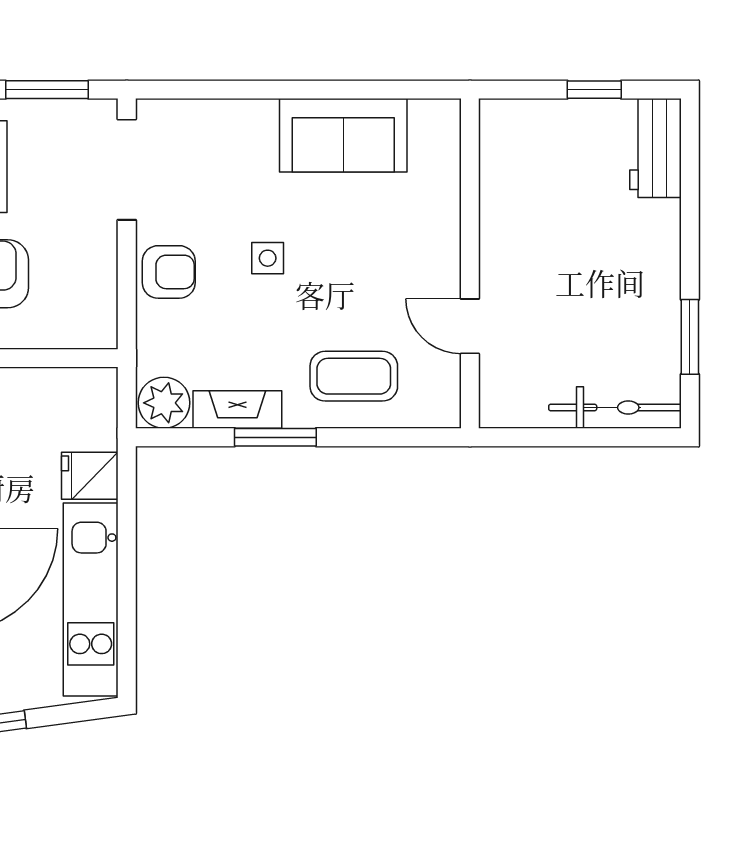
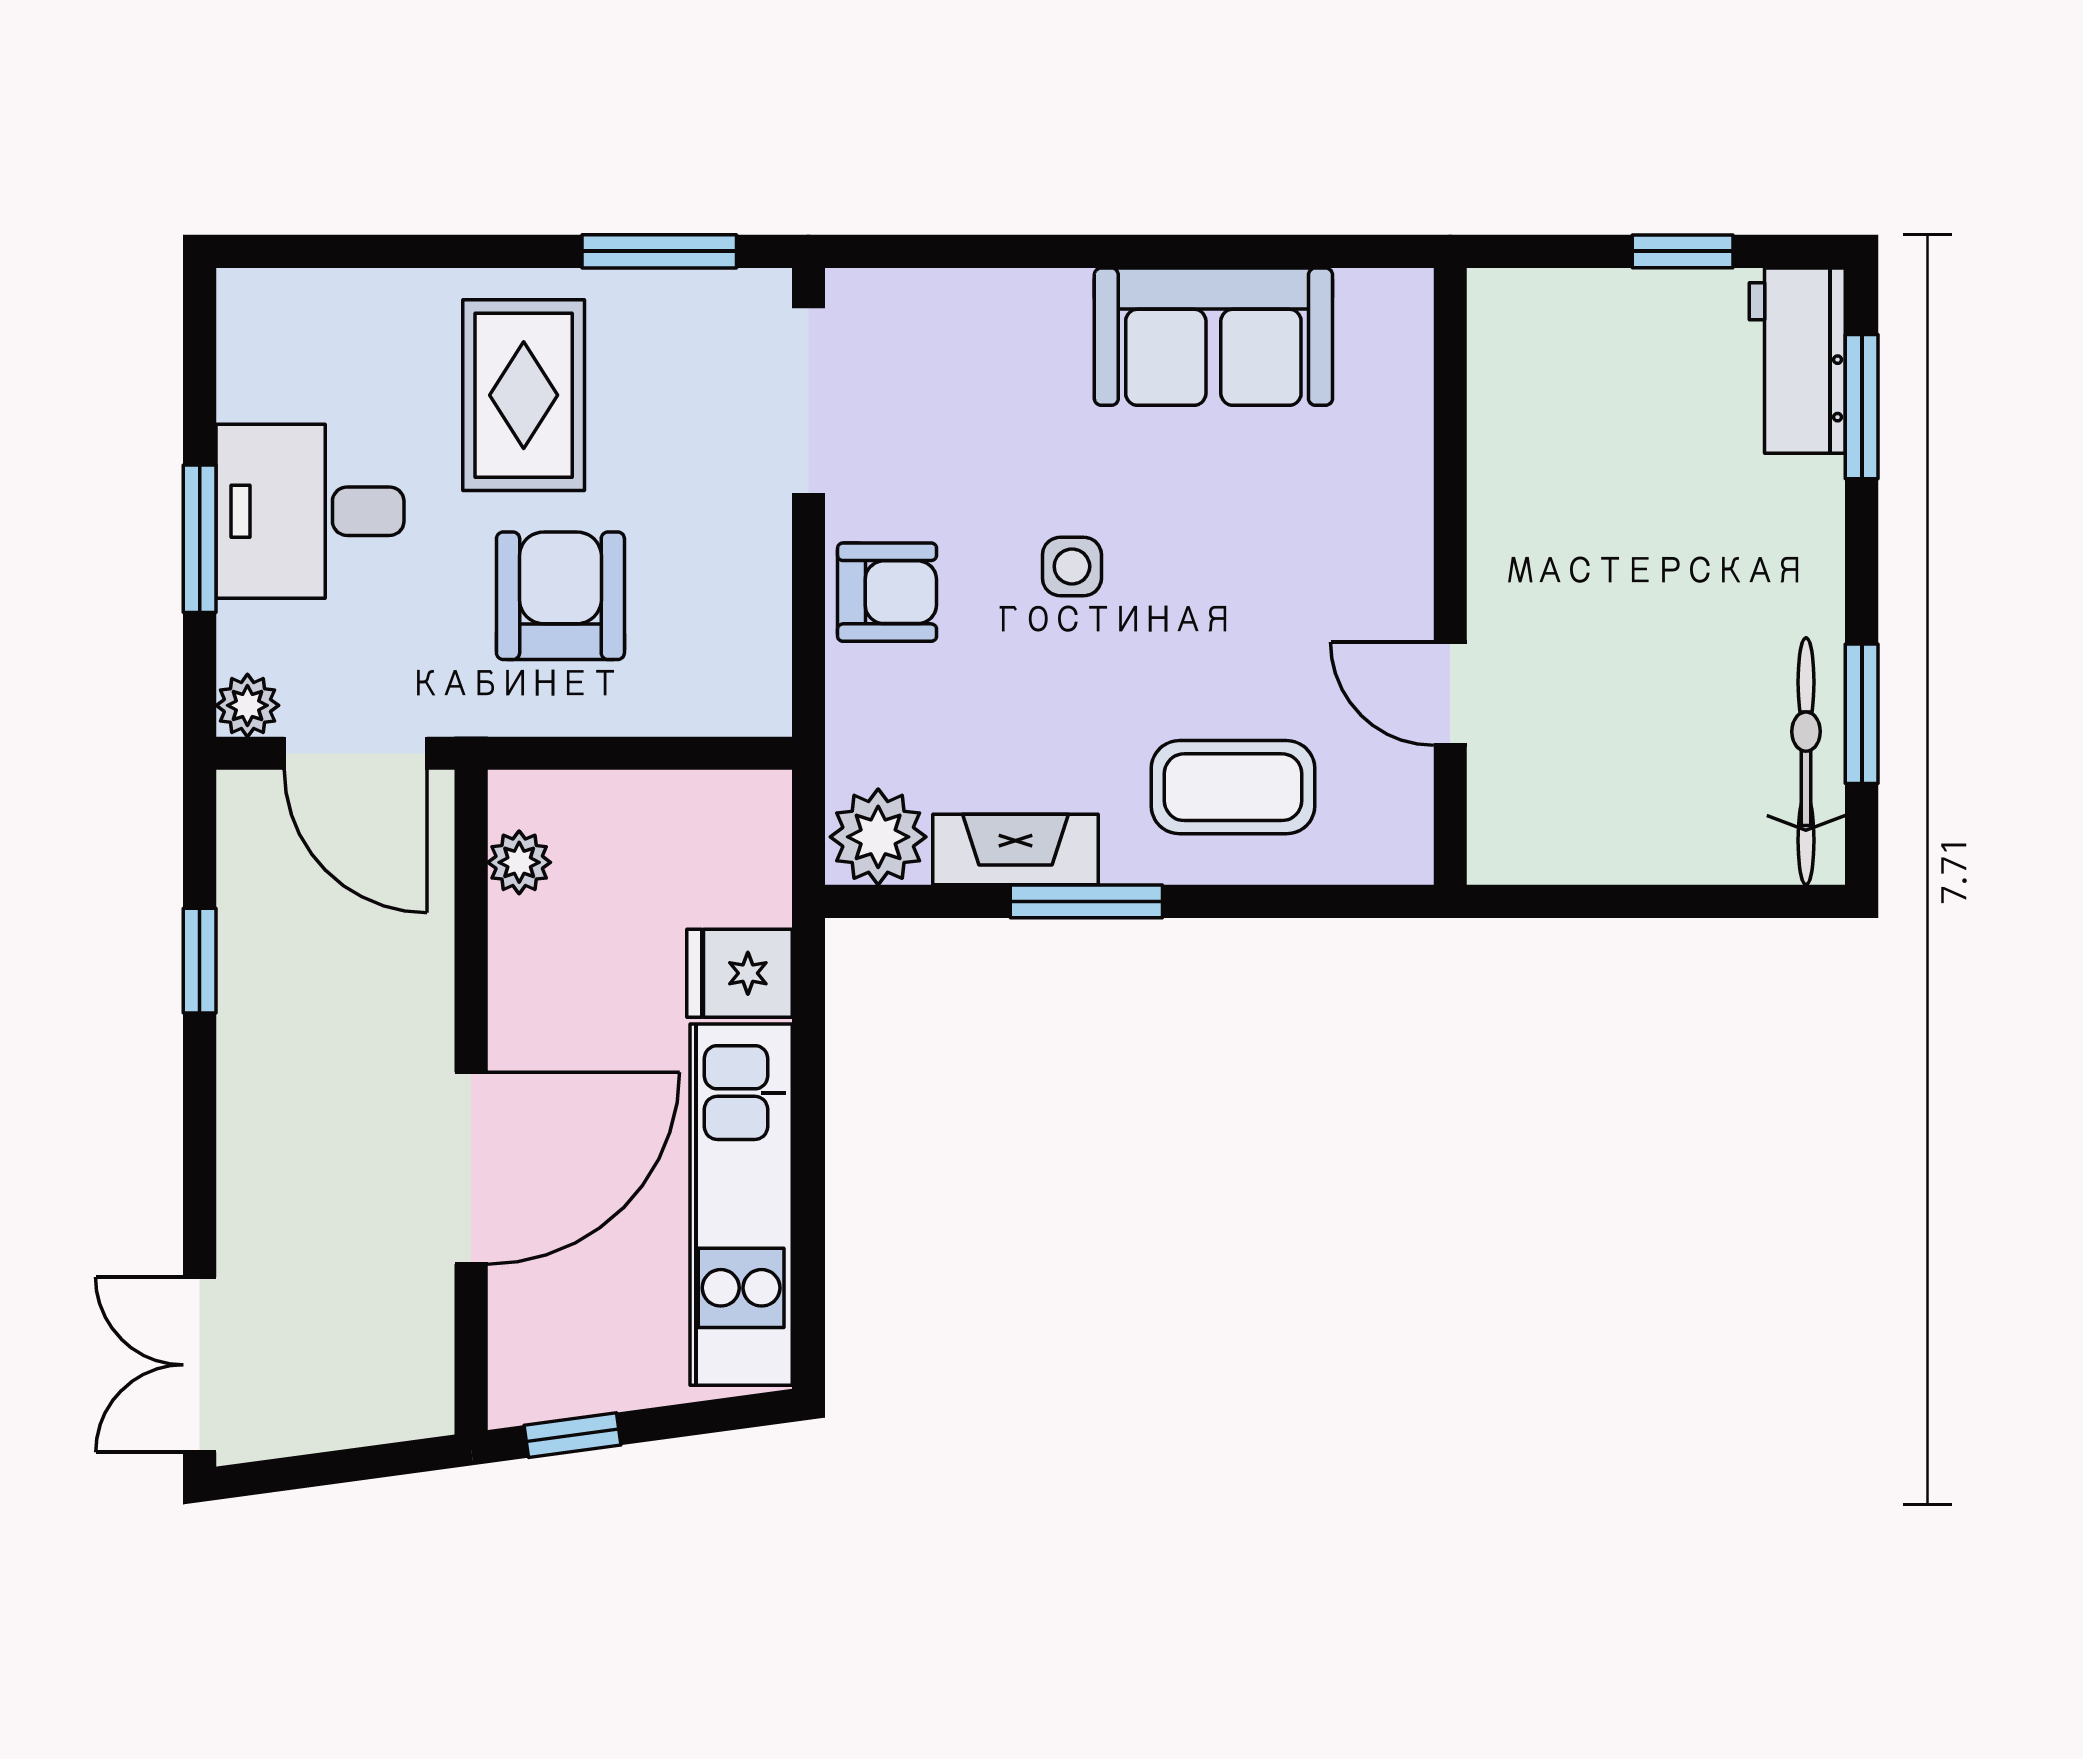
window: (690, 173) -> (1862, 407), added
bicycle: (615, 408) -> (1806, 761), moved, turned -90

